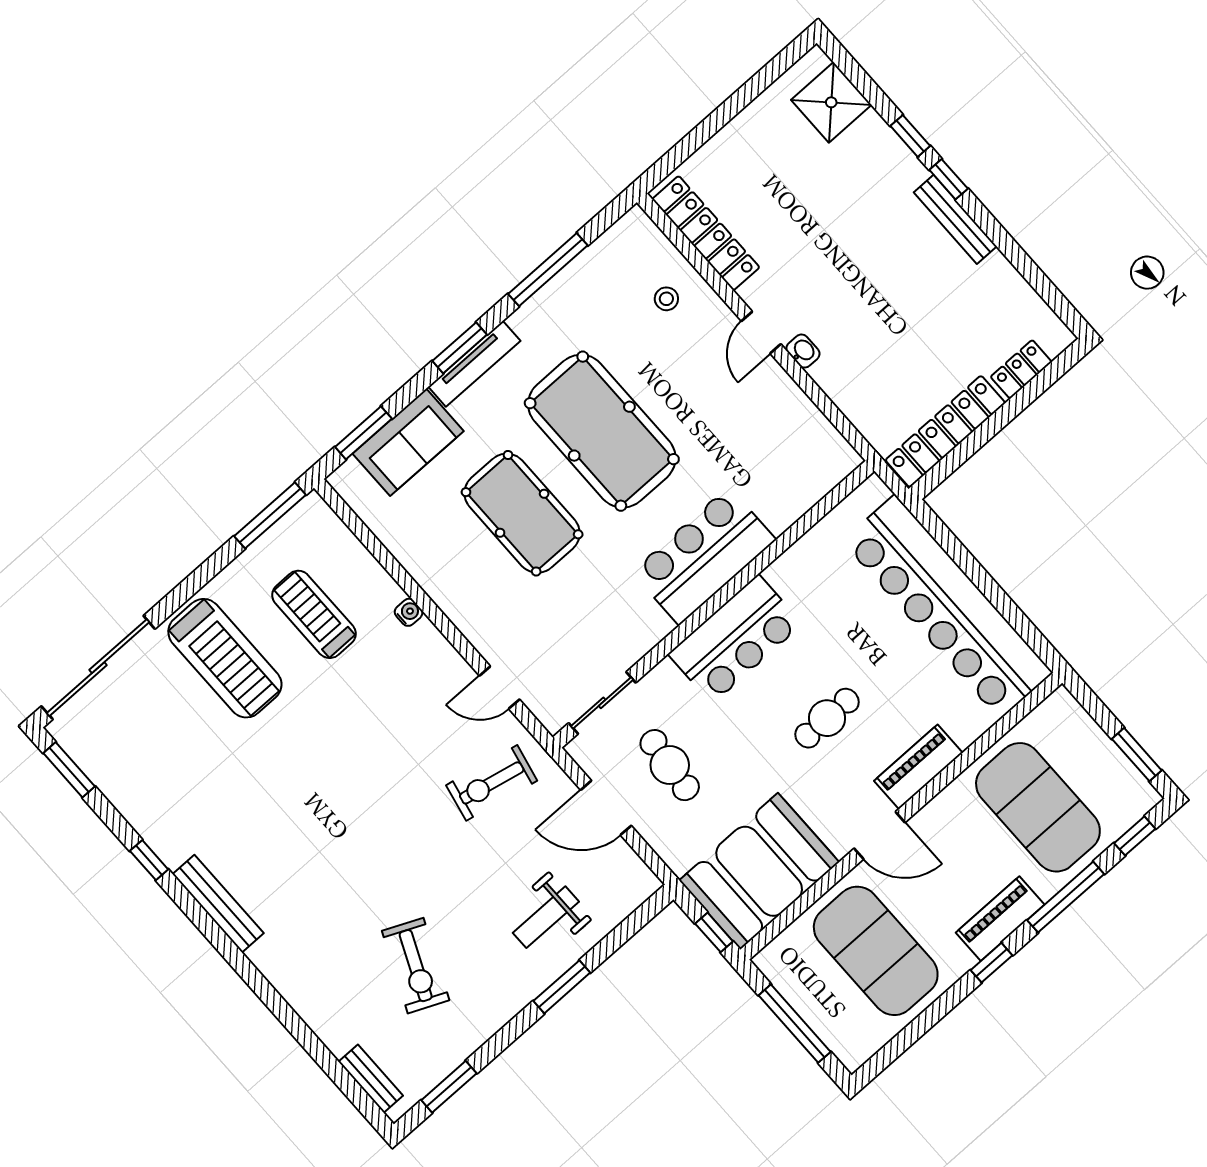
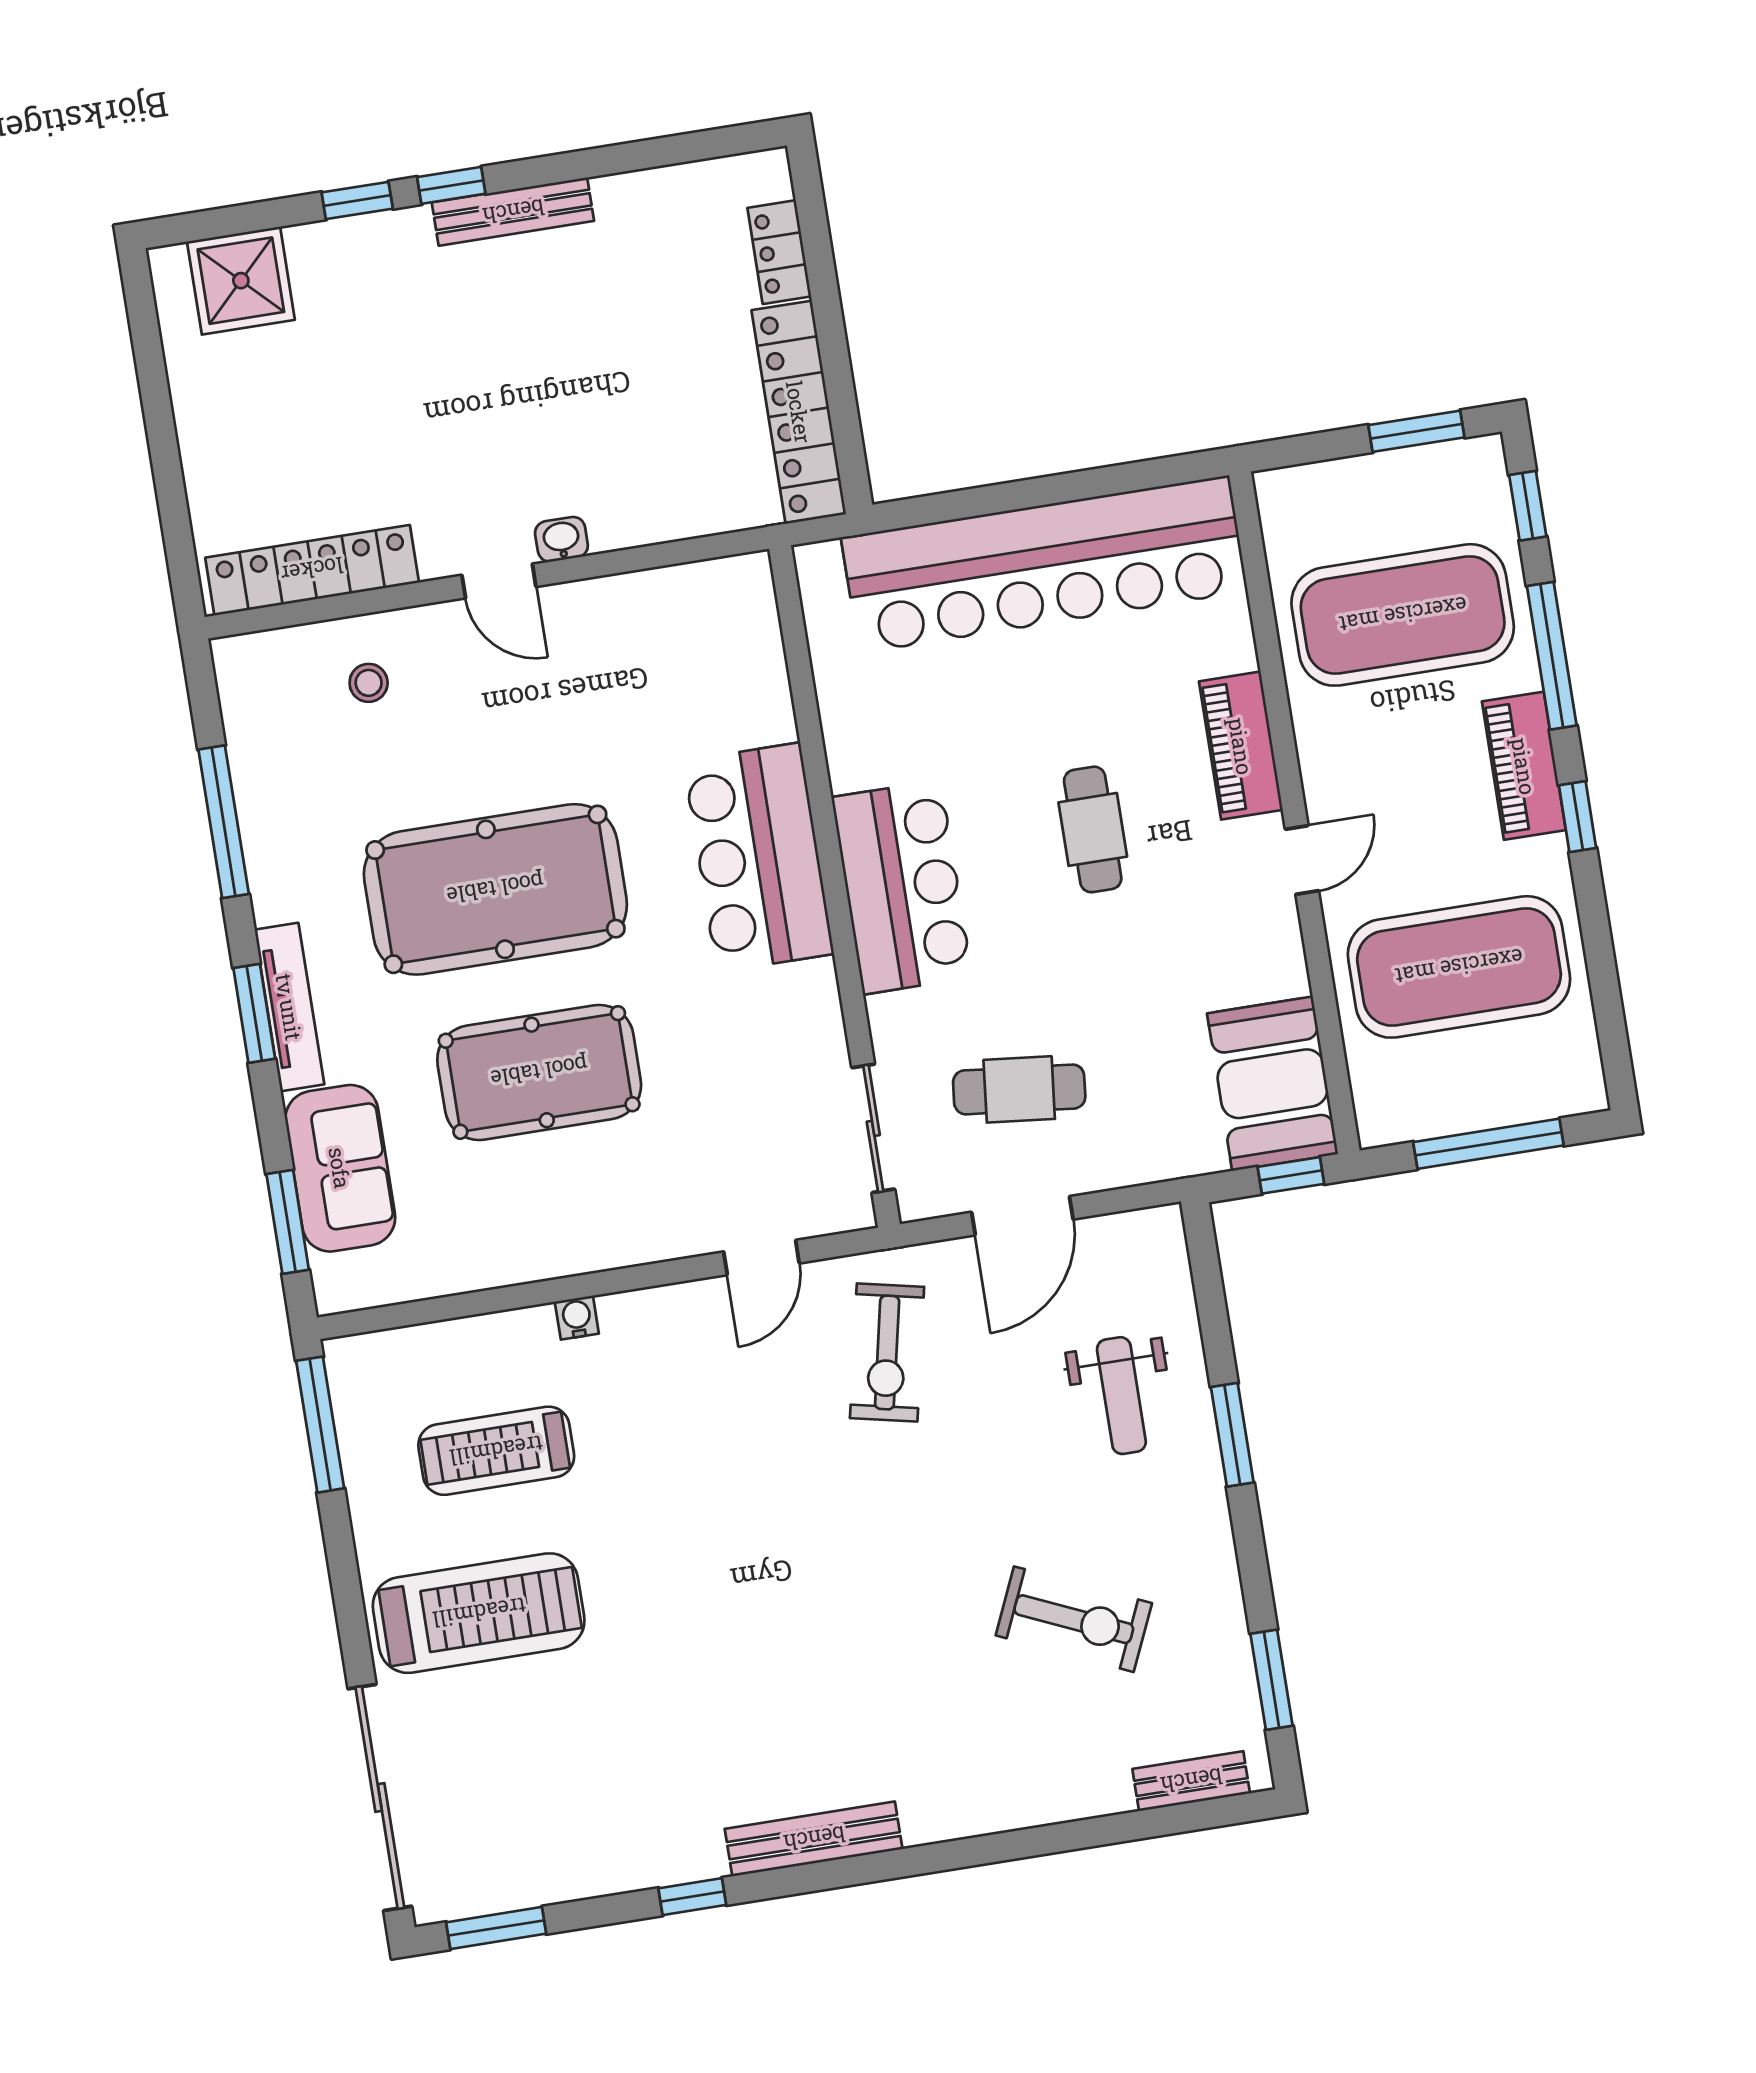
door: (880, 835) -> (1302, 860), width x0.73
booth: (759, 871) -> (1273, 1084), width x0.73, depth x0.70

